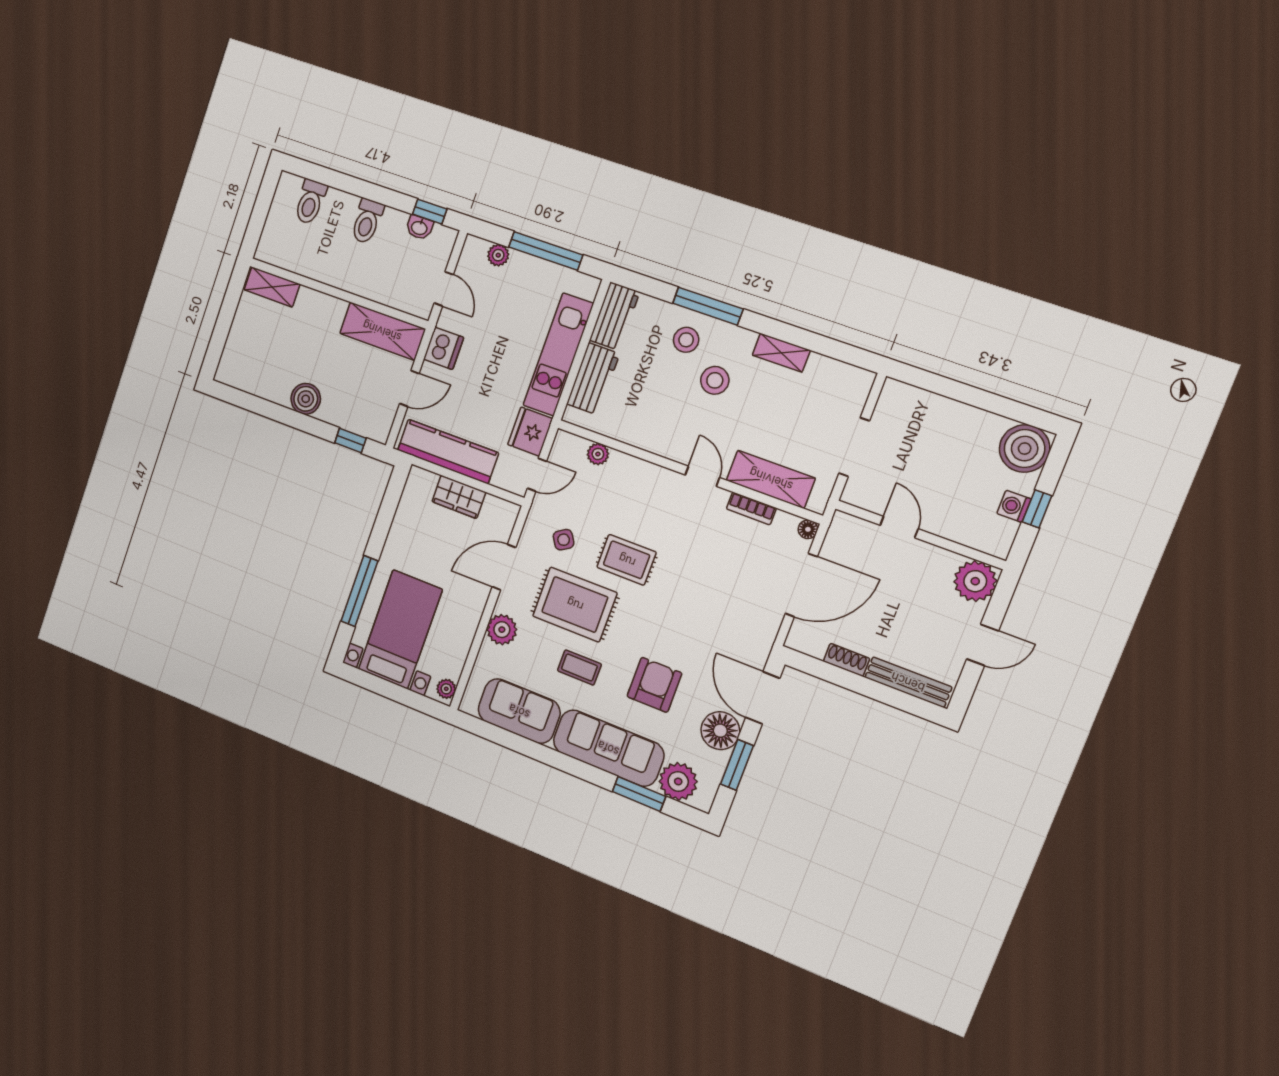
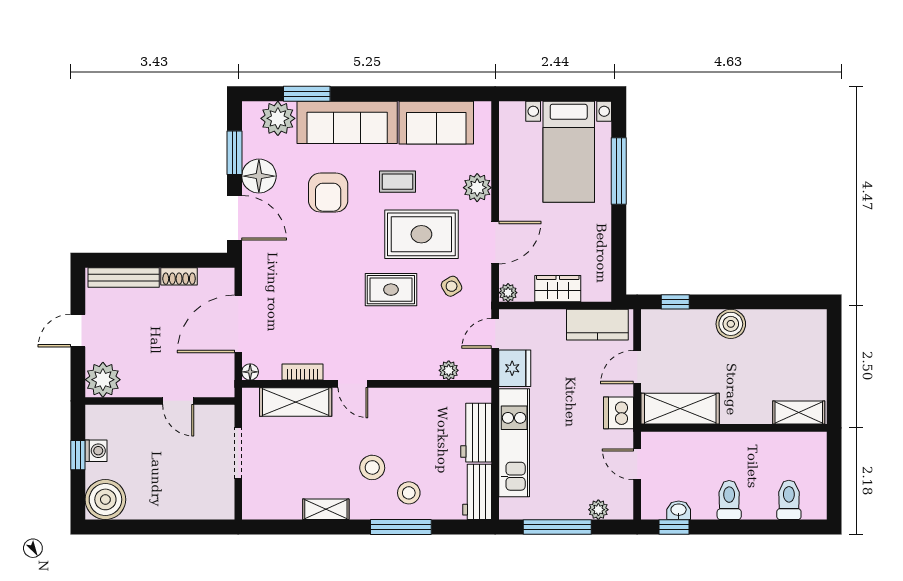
kitchen counter: (448, 451) -> (597, 325), width x0.67
plant: (446, 689) -> (508, 293), moved

